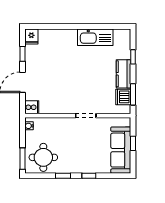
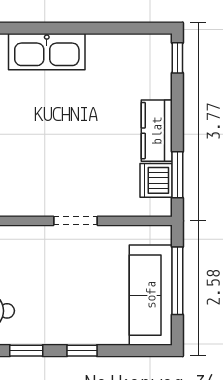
kitchen sink: (95, 37) -> (47, 52), moved
window: (133, 57) -> (177, 58), moved
window: (133, 143) -> (177, 281), width x2.17

